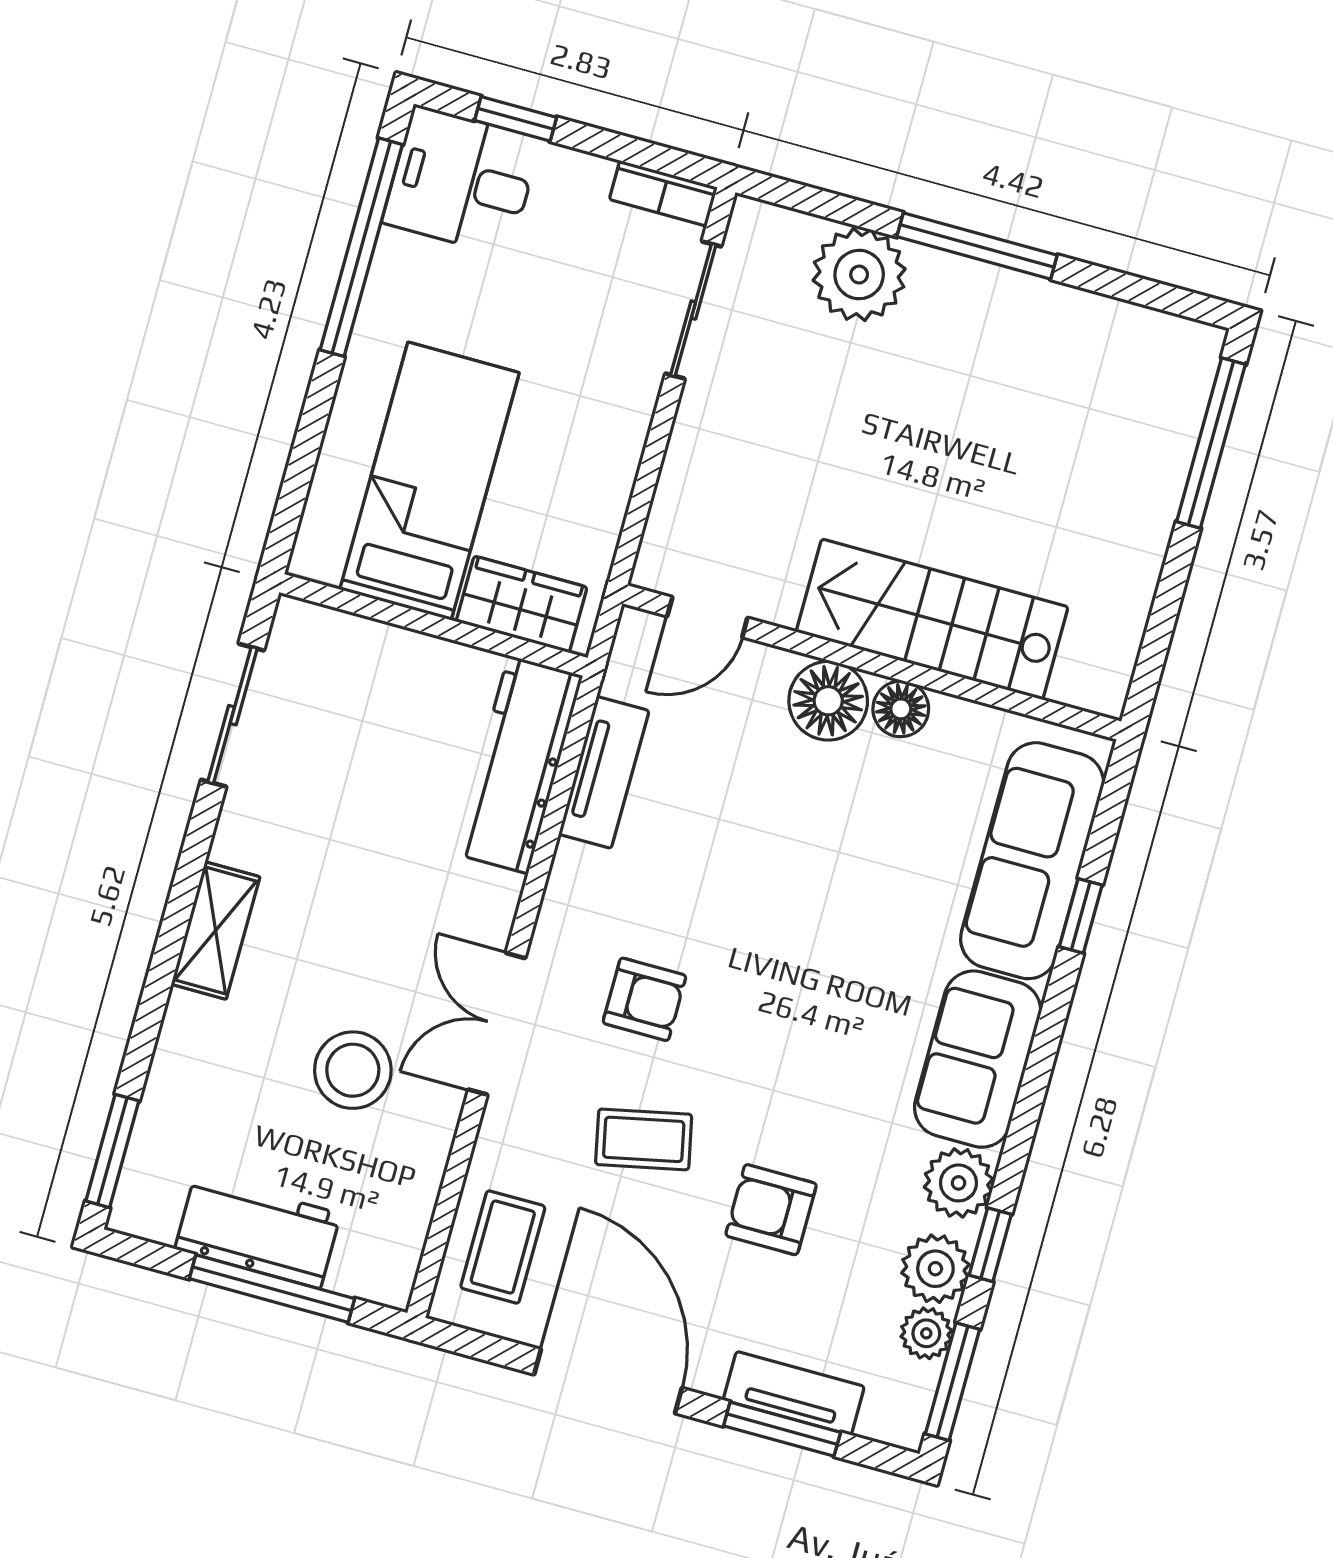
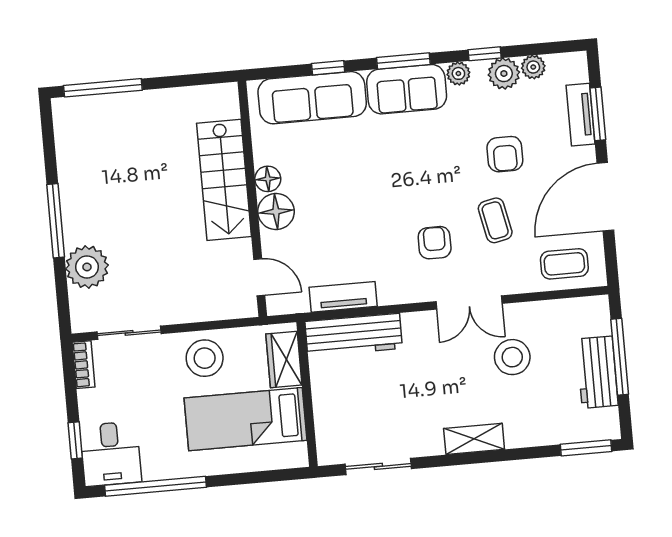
stool: (585, 444) -> (205, 358), added
plant: (959, 1183) -> (458, 73), width x0.73, depth x0.73
window: (953, 1382) -> (403, 61), moved

